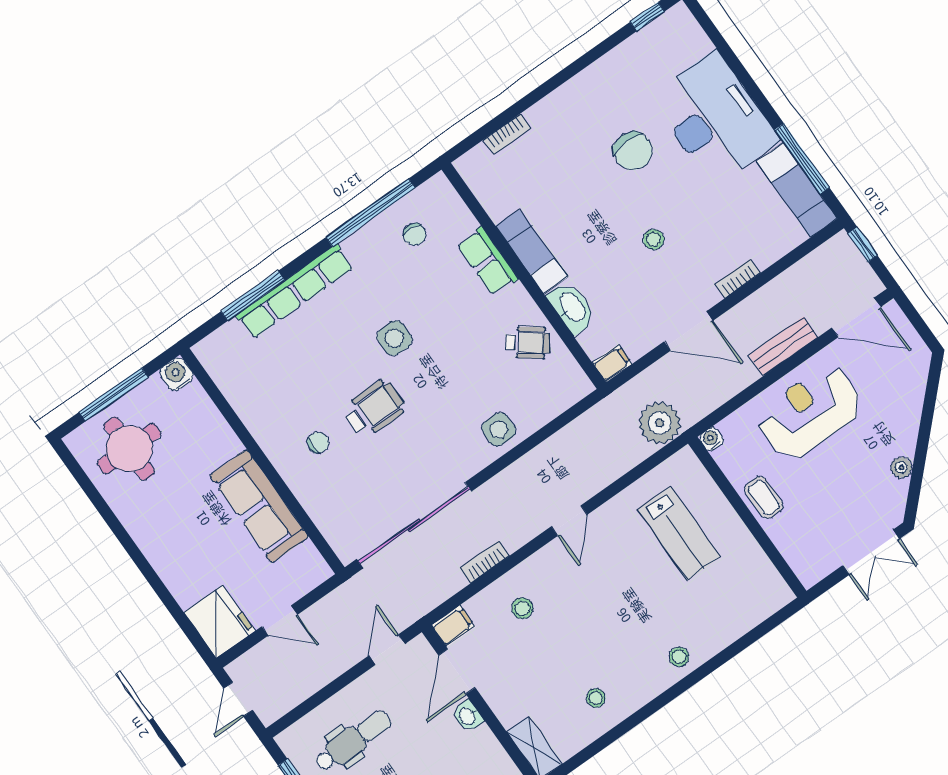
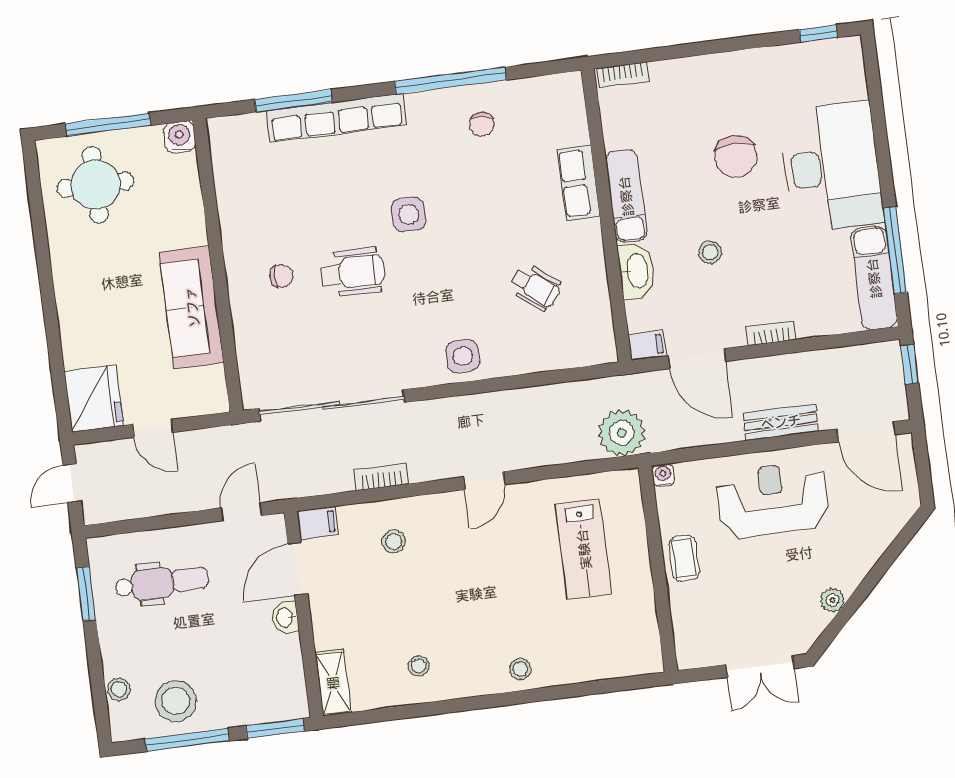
exam couch: (531, 251) -> (626, 196), moved
row of seats: (488, 261) -> (579, 183), moved
wall: (524, 276) -> (606, 215), moved
washbasin: (572, 308) -> (637, 271), moved
filing cabinet: (612, 363) -> (647, 345), moved

